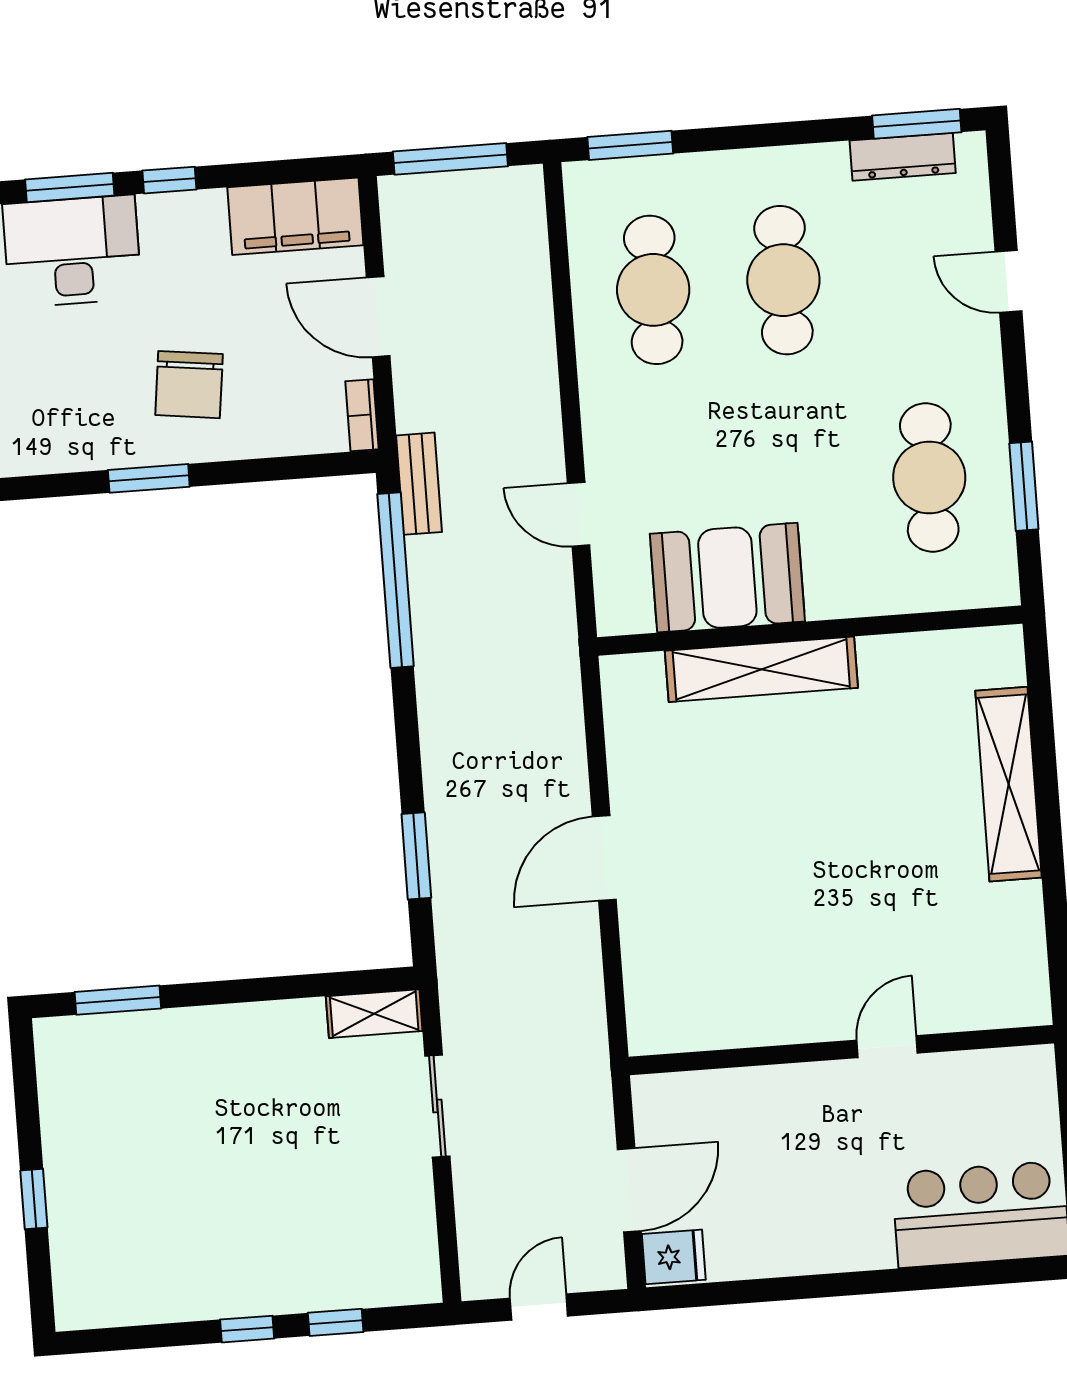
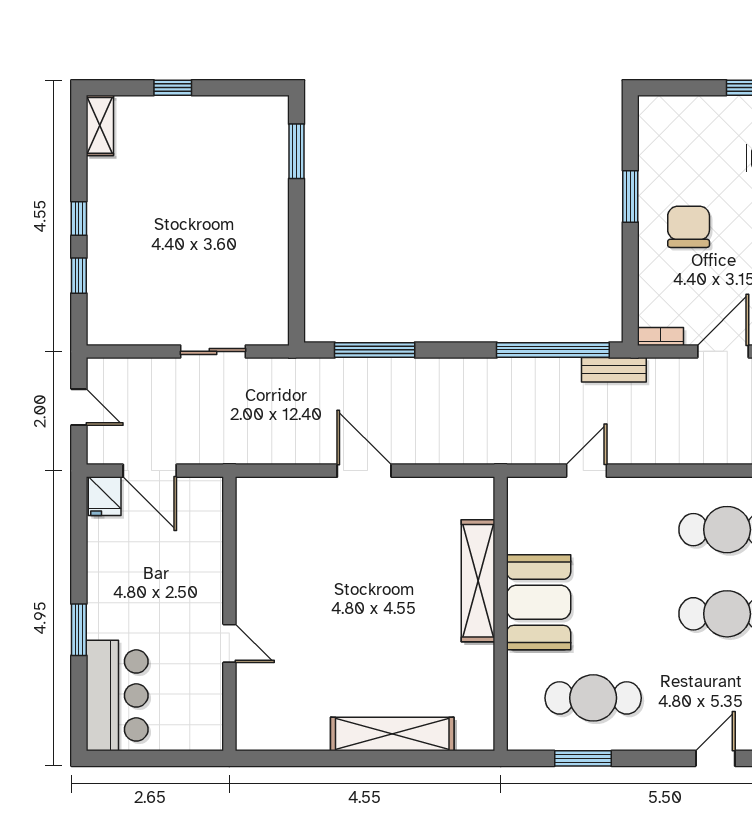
chair: (189, 385) -> (689, 227), turned 83
booth: (727, 578) -> (539, 602), moved
window: (416, 856) -> (375, 350), width x1.44
shelving: (374, 1014) -> (100, 125), moved
window: (884, 1281) -> (79, 630), added

